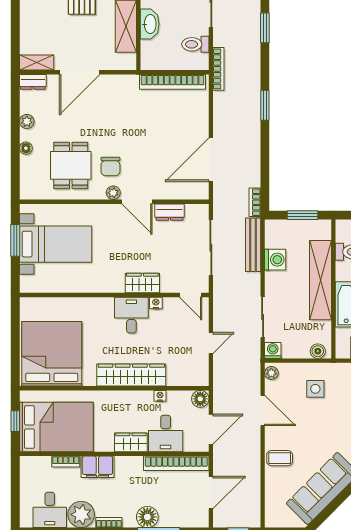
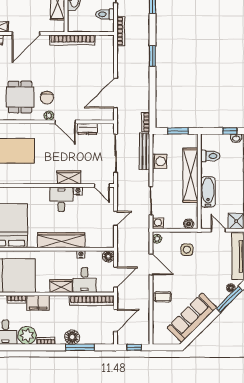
bookcase: (173, 82) -> (72, 40), moved

